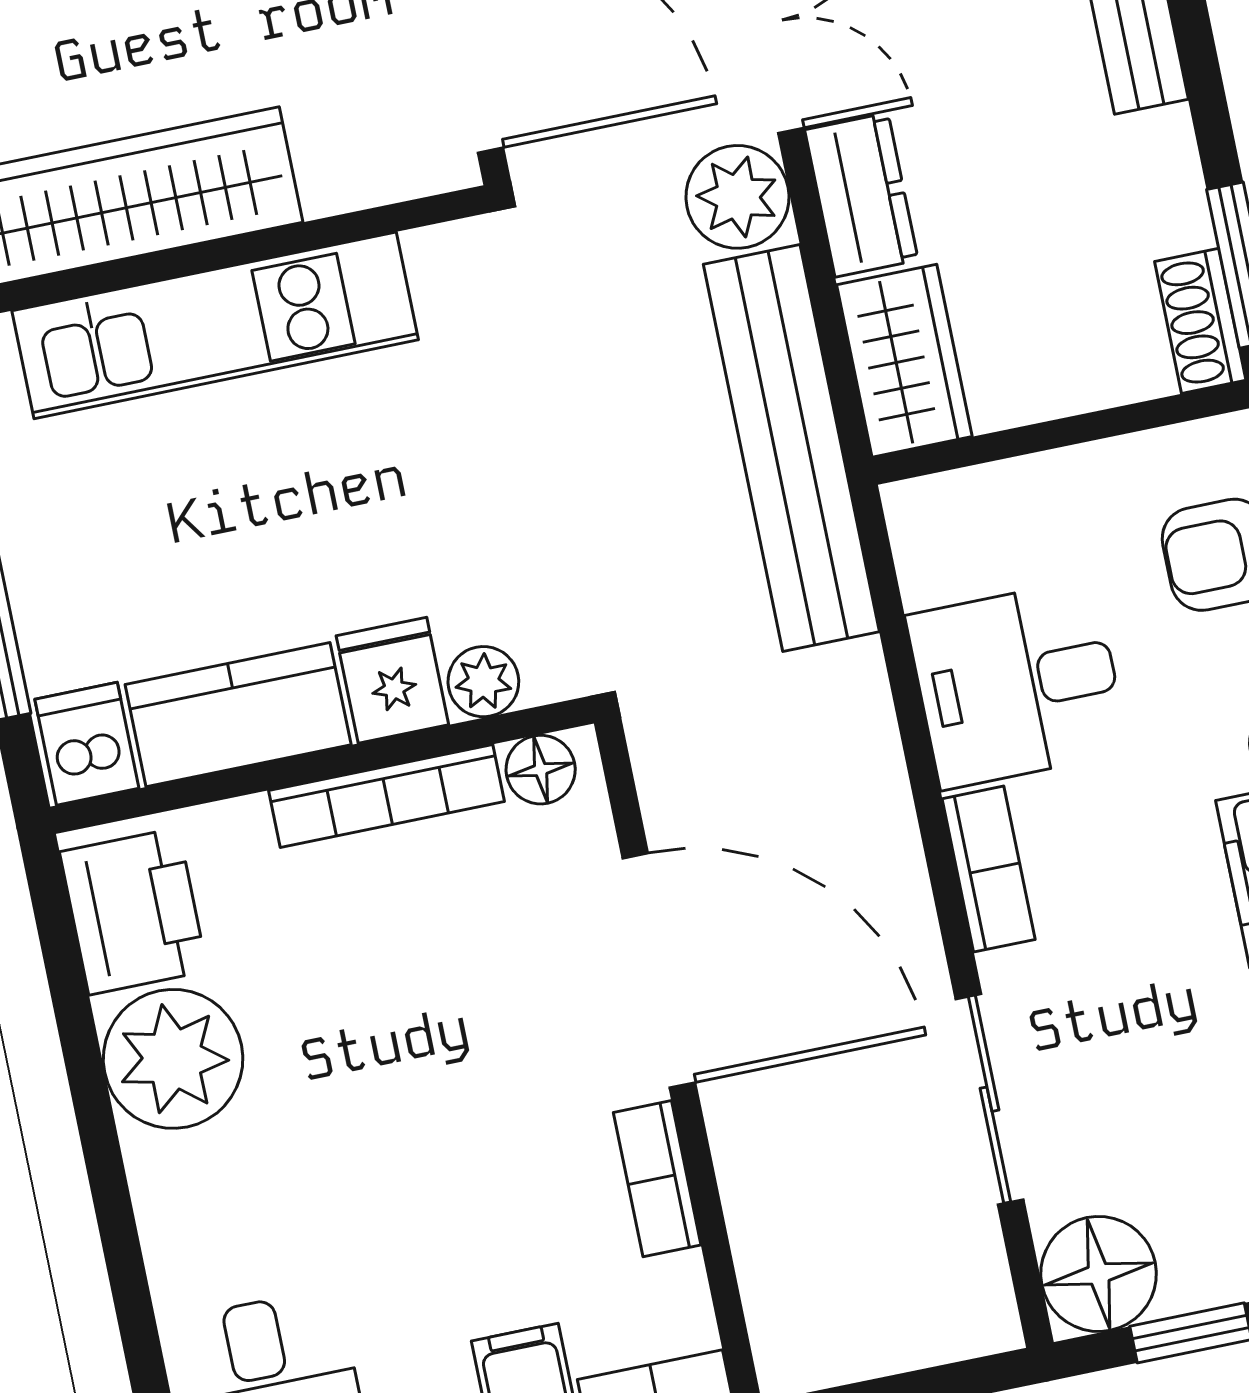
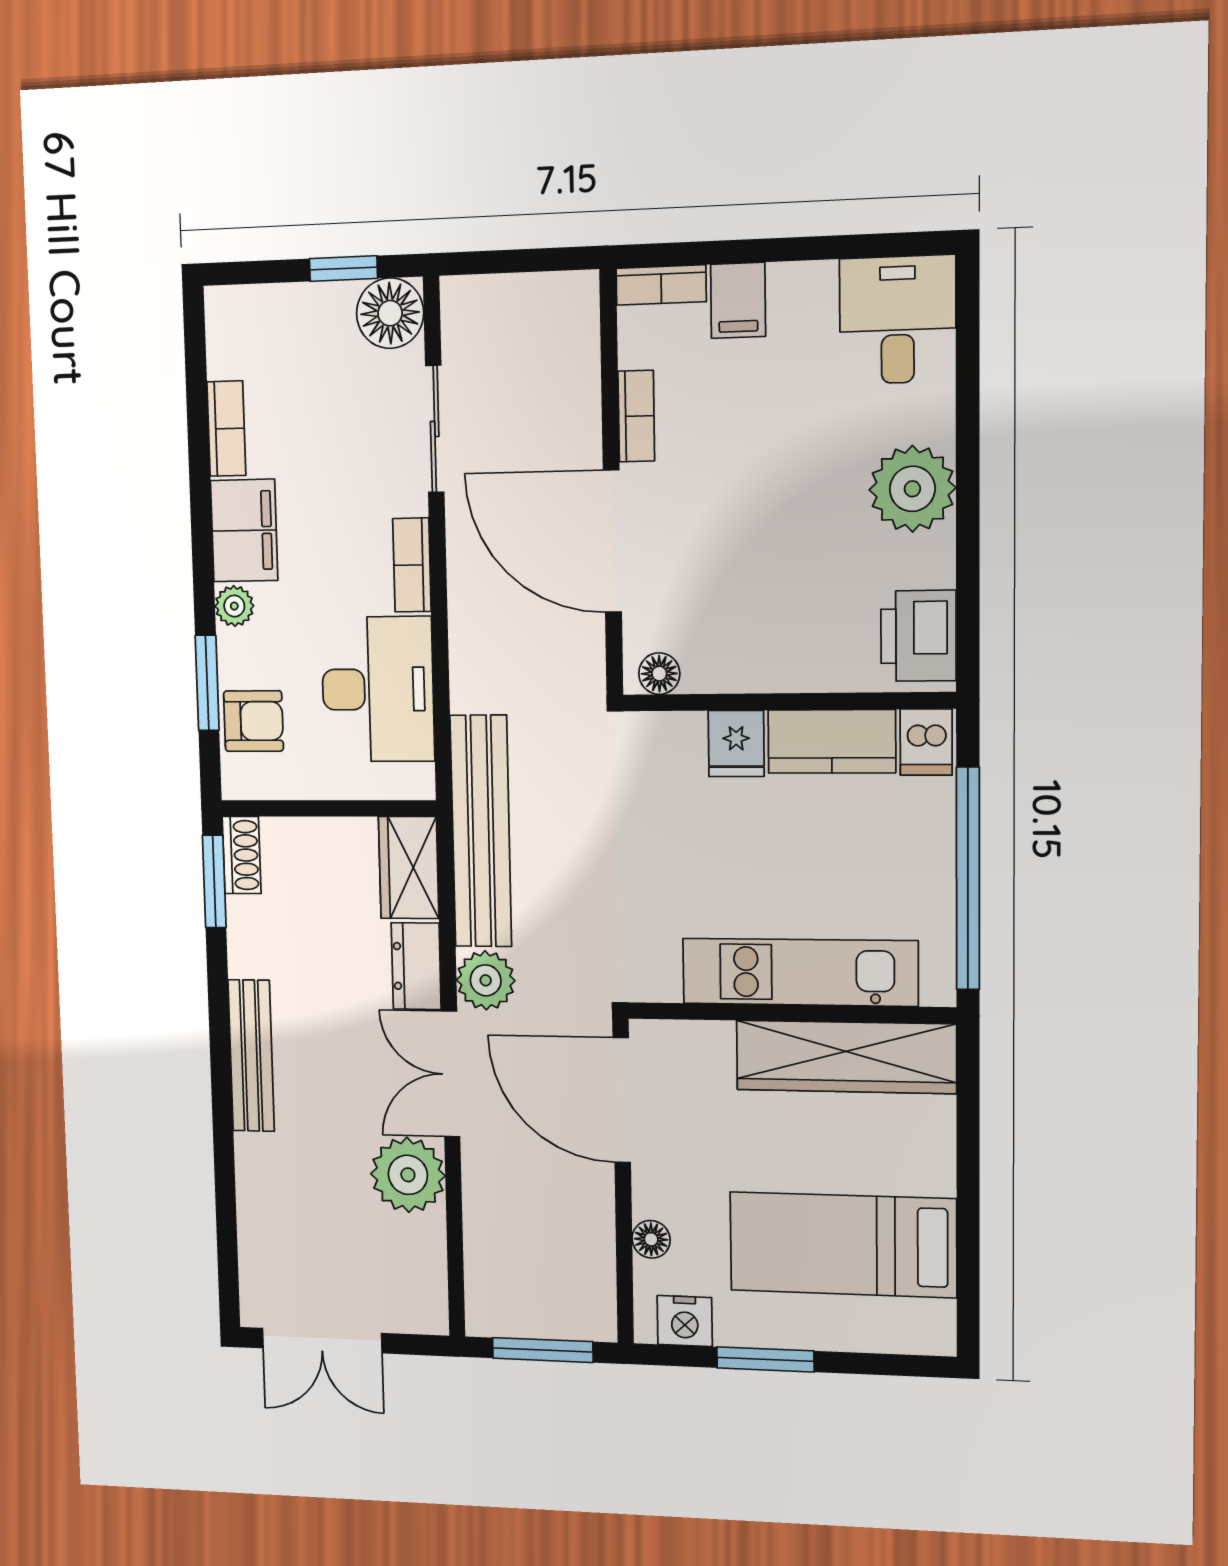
plant: (483, 682) -> (683, 732), removed
desk: (1017, 684) -> (378, 689), width x1.37
bookcase: (387, 796) -> (753, 676), removed
plant: (173, 1059) -> (912, 489), moved

